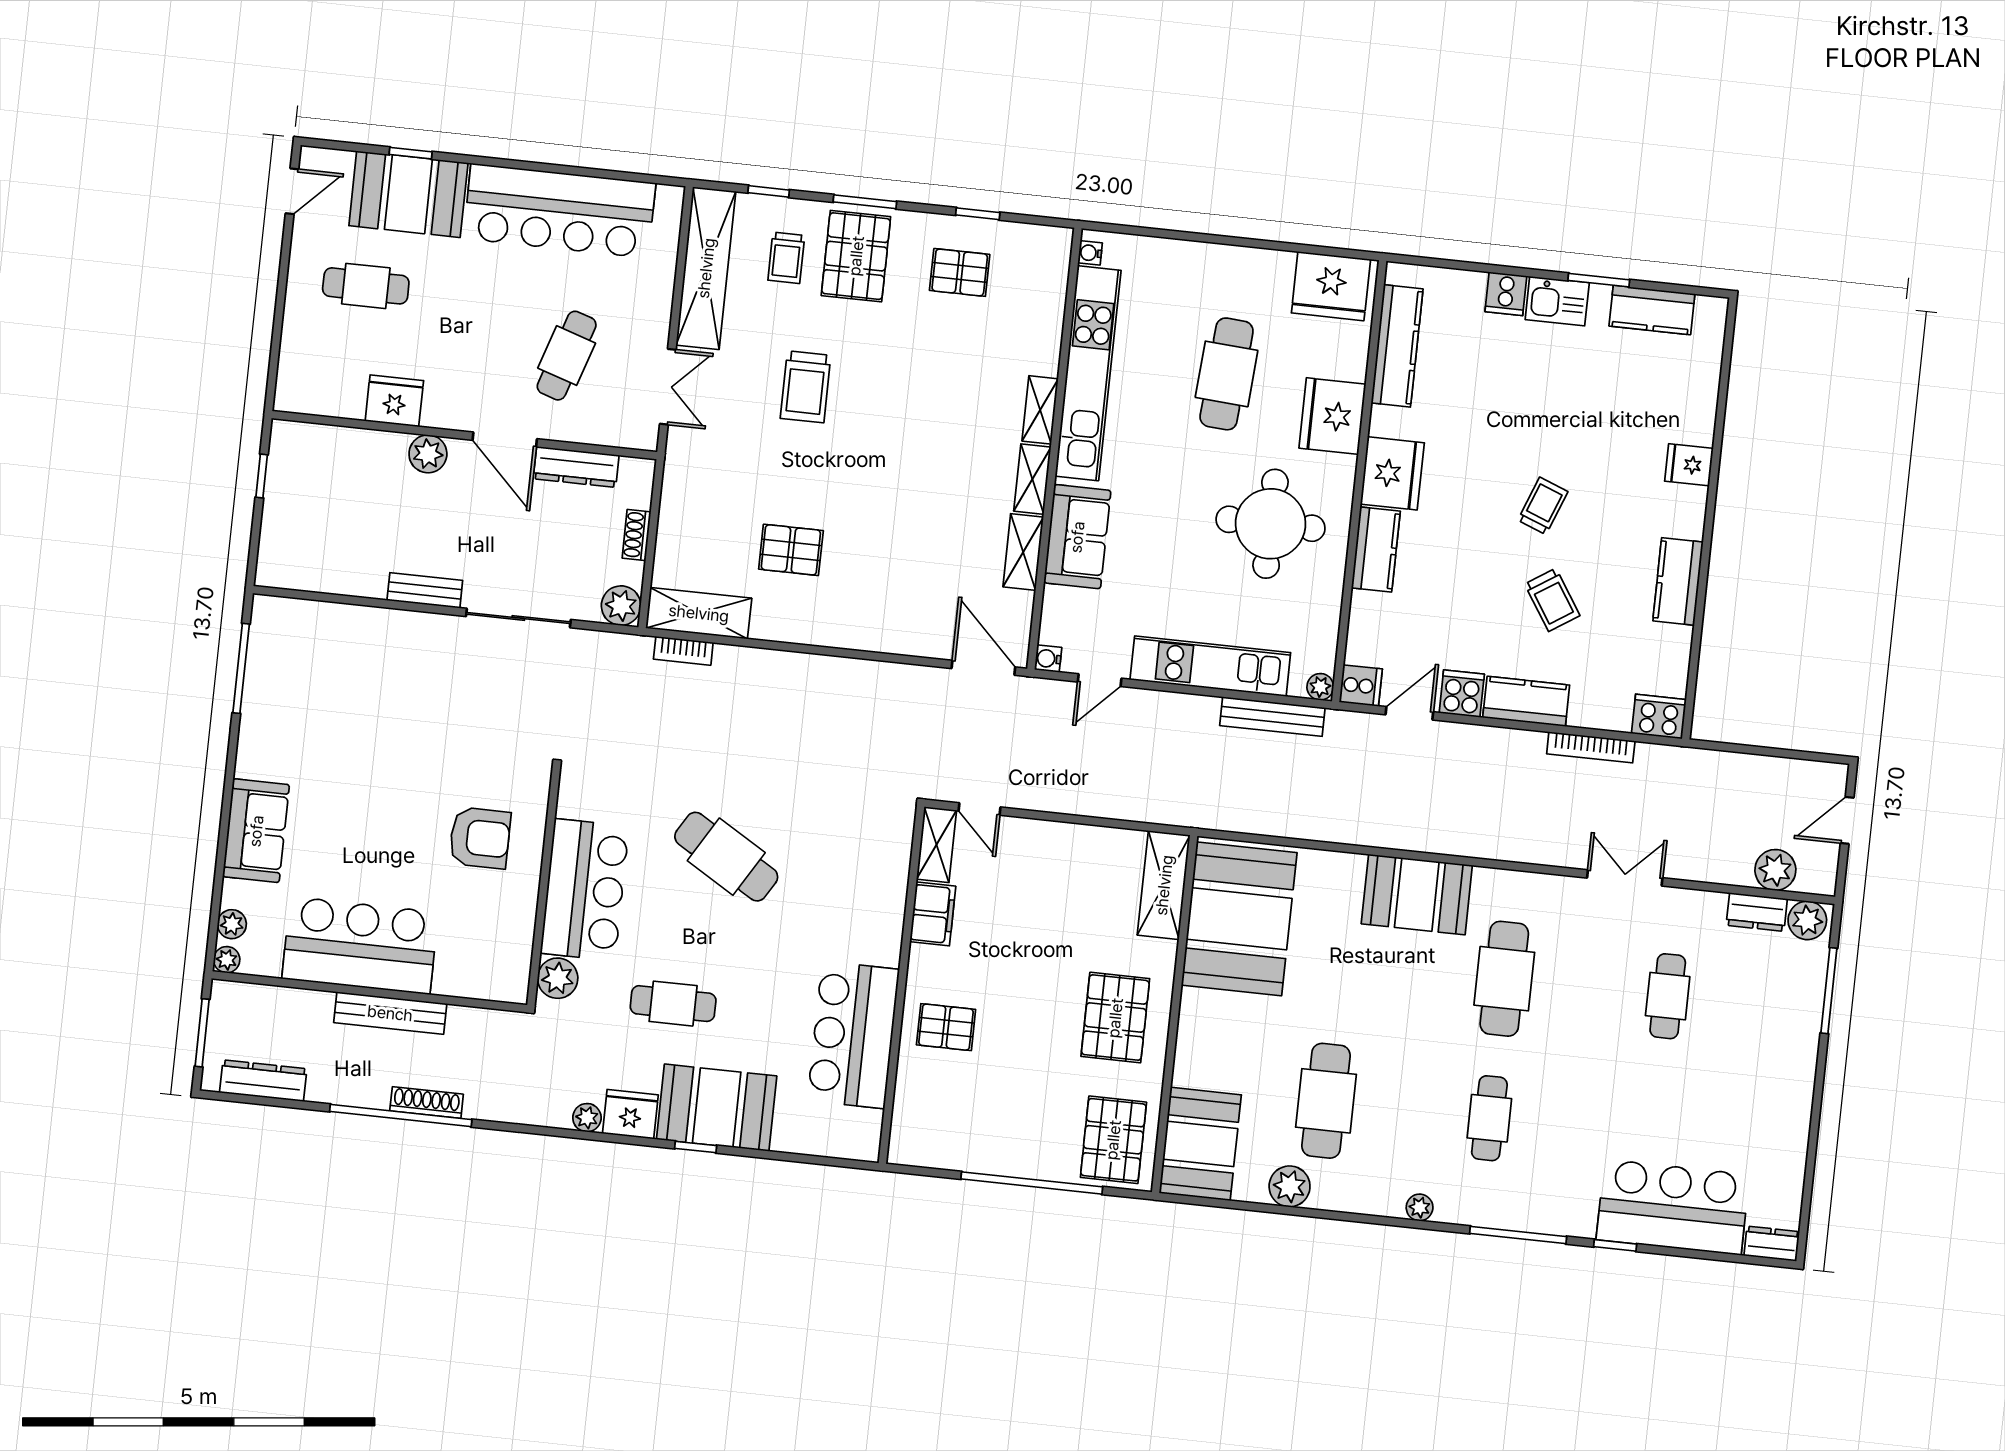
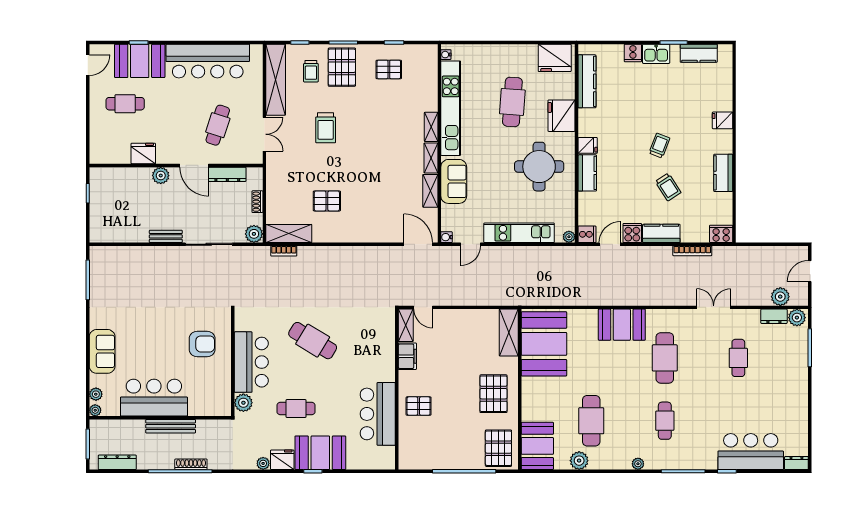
fridge: (1392, 473) -> (588, 145), width x0.53, depth x0.75
bench: (1272, 717) -> (549, 252), removed

